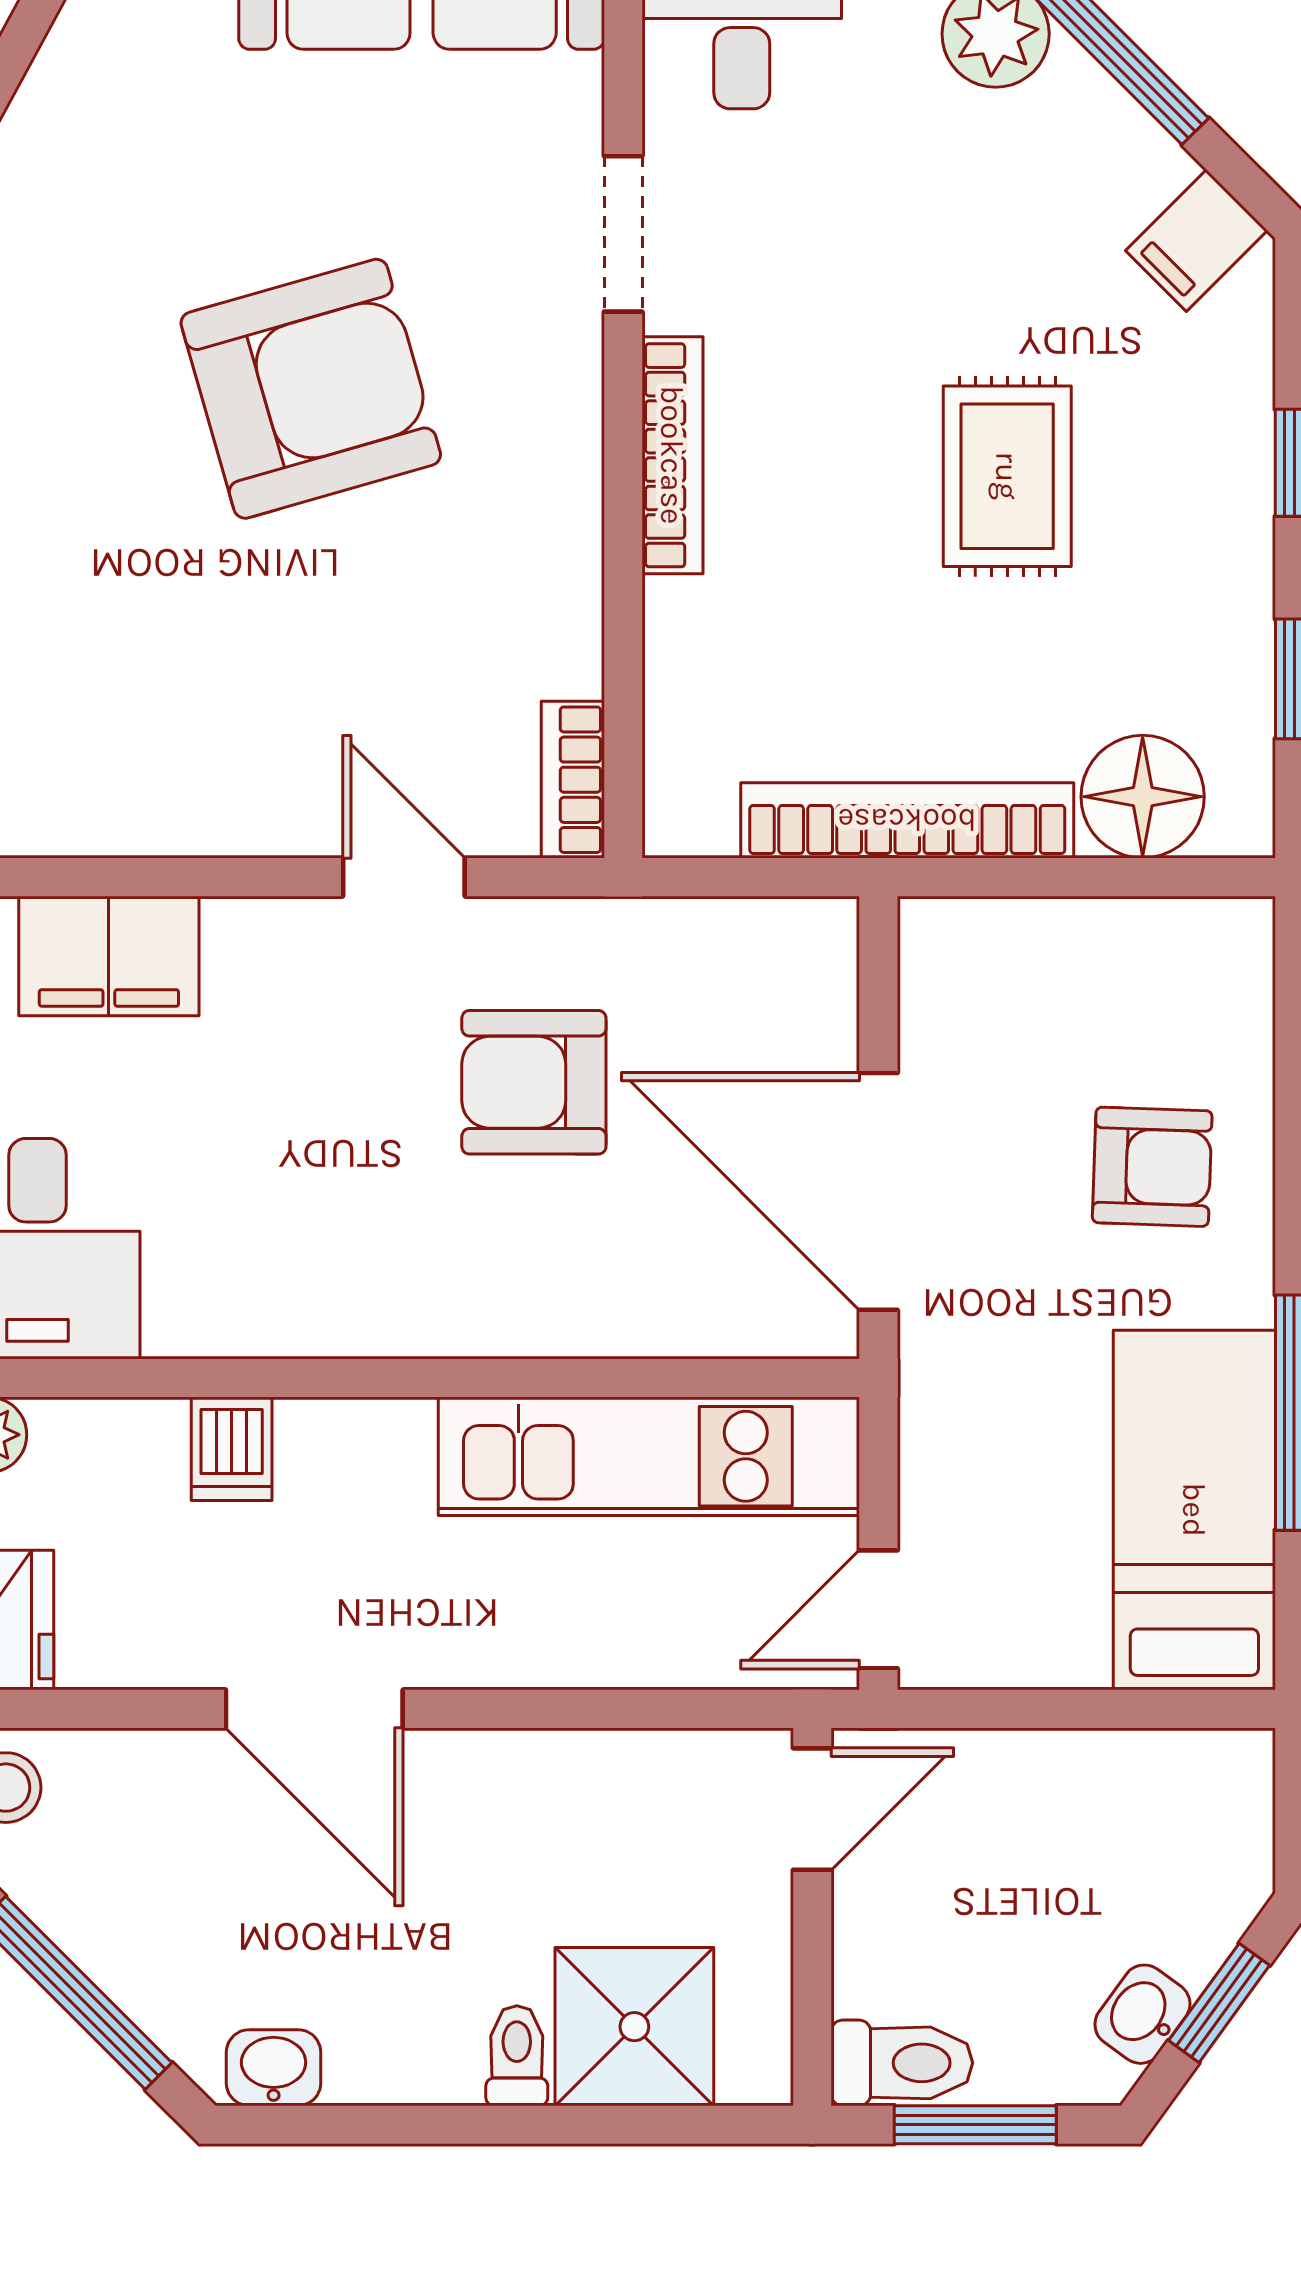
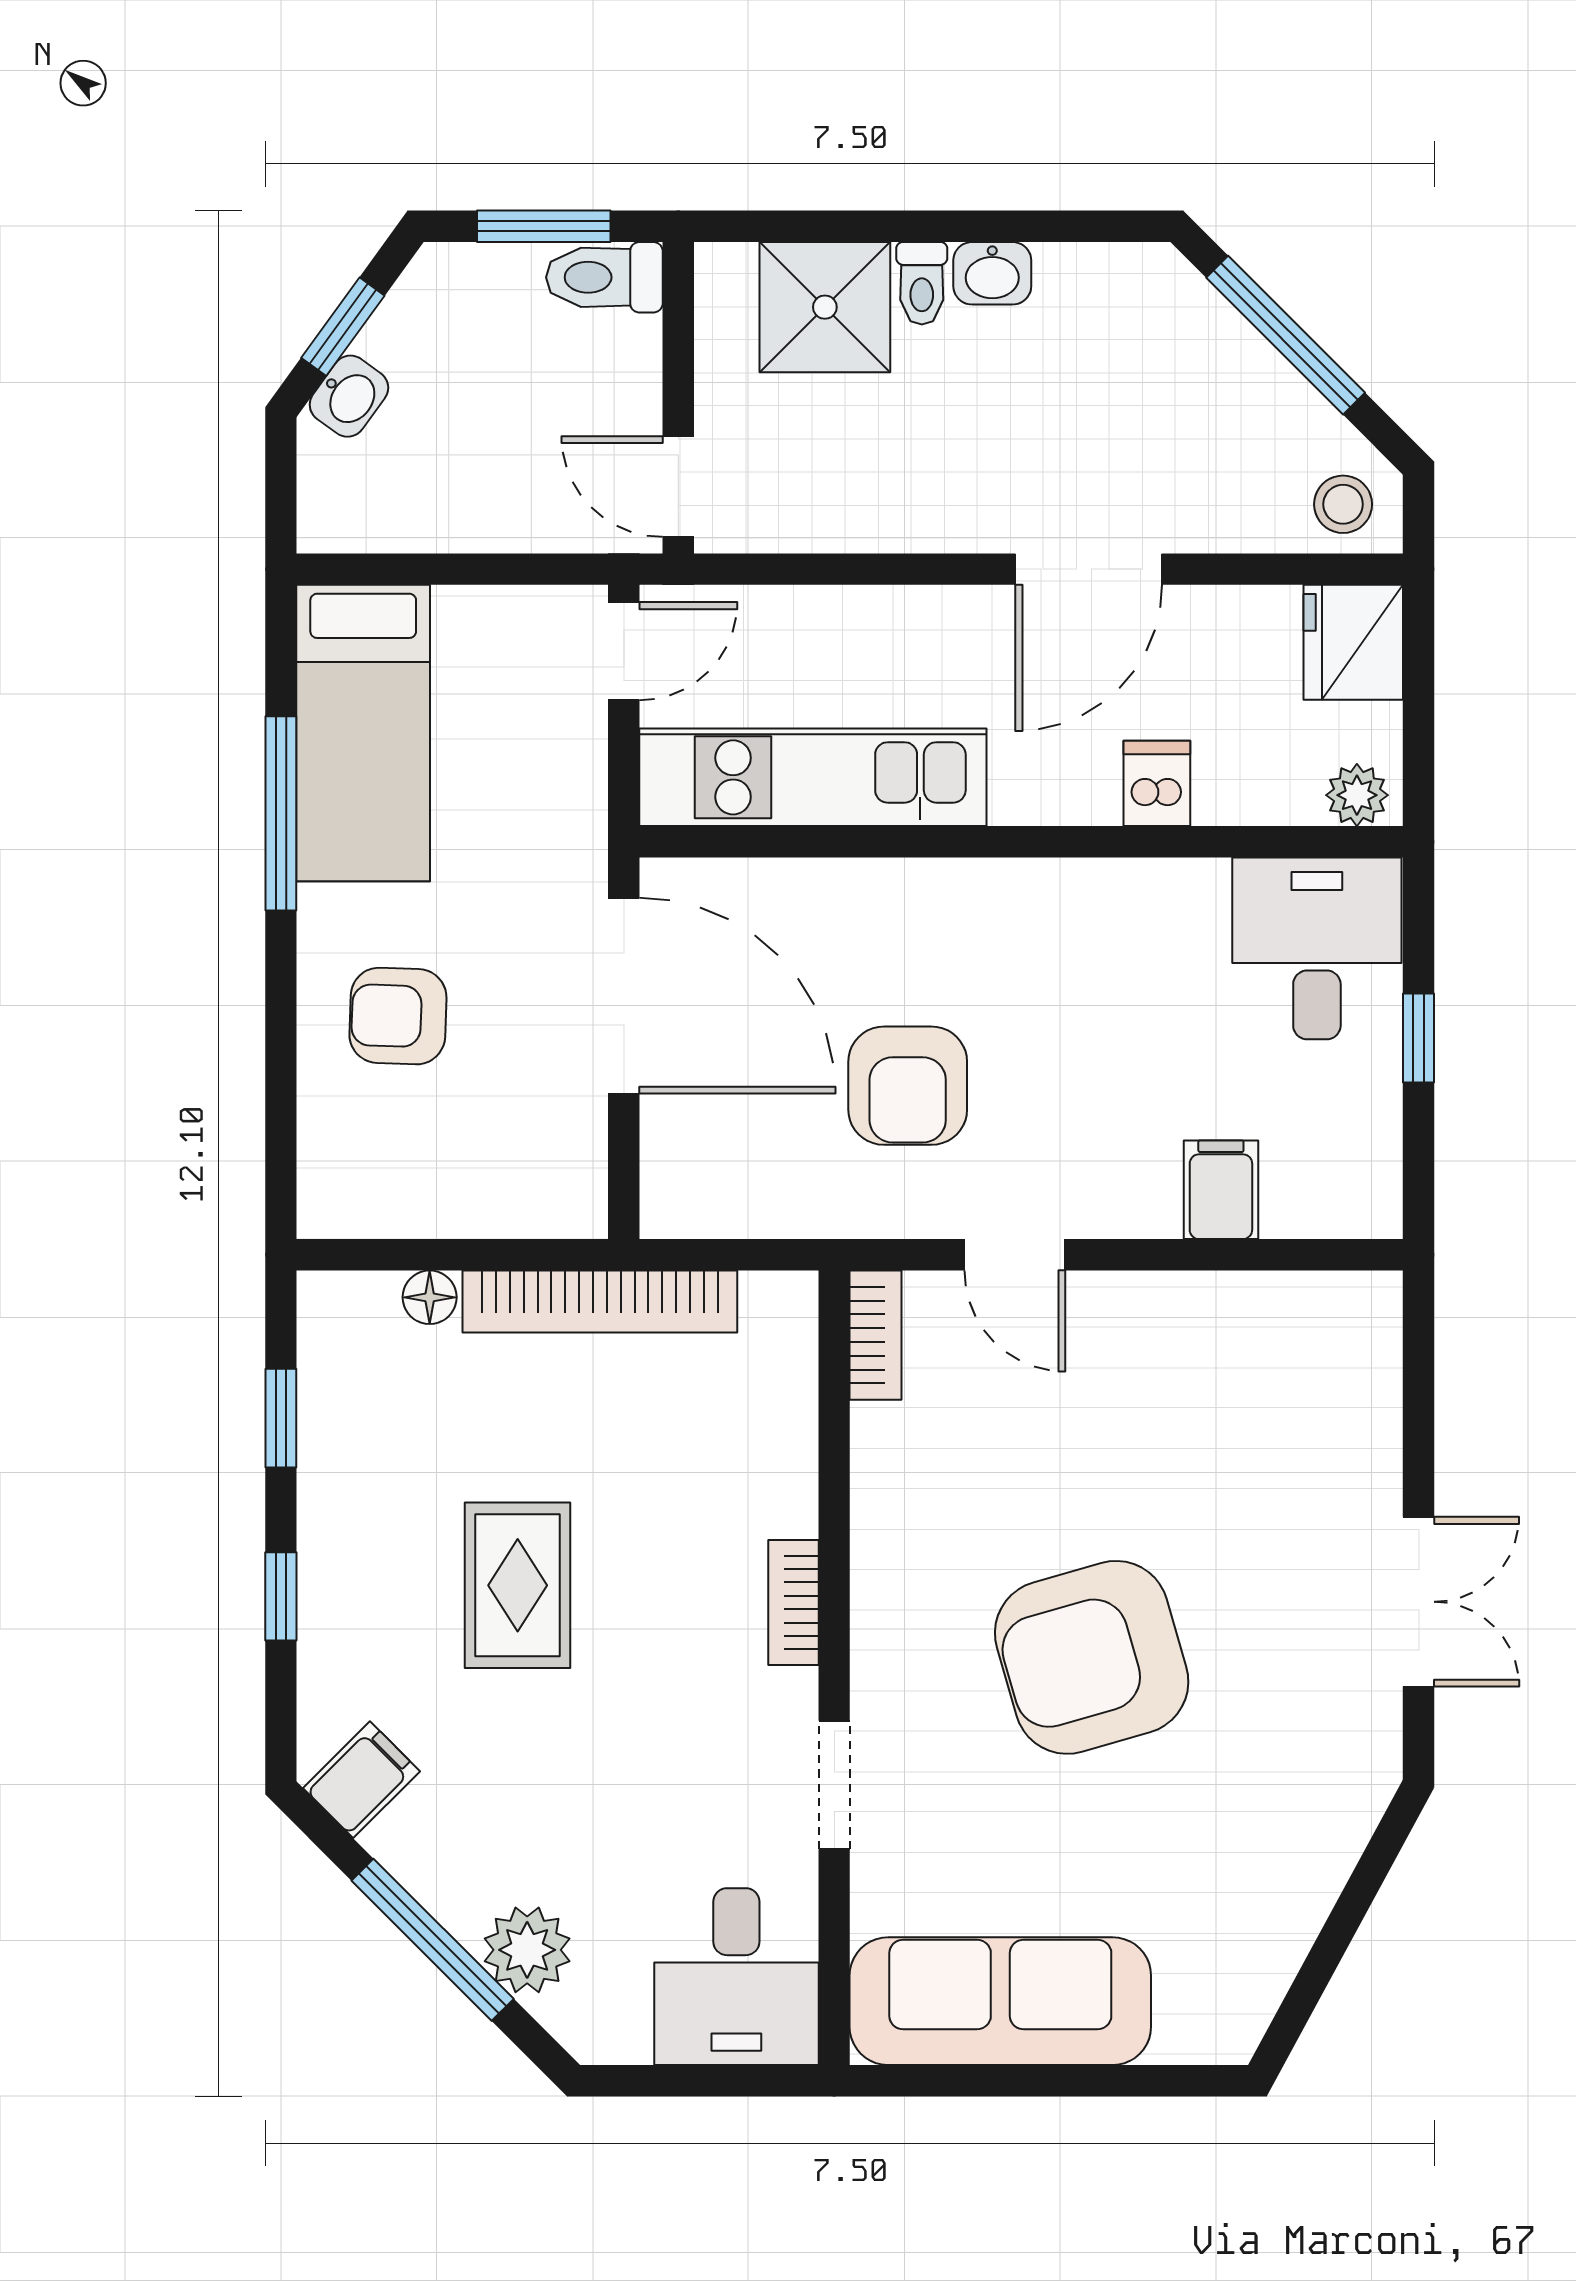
bookcase: (672, 455) -> (793, 1603), width x0.64
floor lamp: (1143, 797) -> (430, 1297), width x0.53, depth x0.53
filing cabinet: (109, 956) -> (1221, 1190), width x0.50
armchair: (534, 1082) -> (908, 1086), turned 90
door: (314, 1709) -> (1089, 569), swing flipped
door: (812, 1809) -> (678, 487), hinge flipped
washbasin: (1142, 2014) -> (349, 396), moved
washbasin: (274, 2068) -> (992, 273), moved

